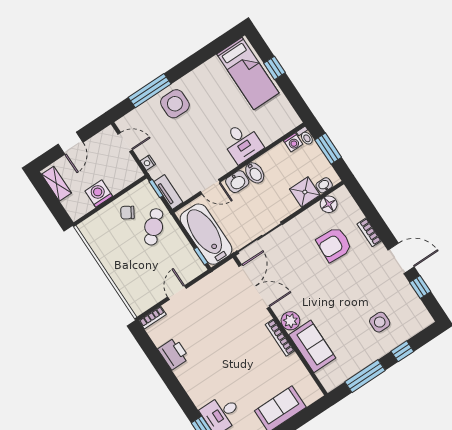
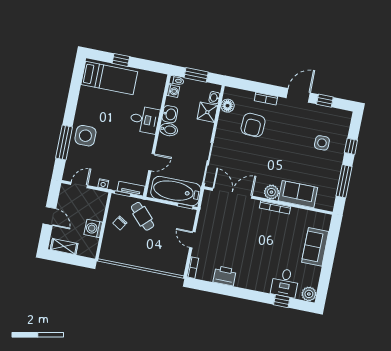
washbasin: (237, 182) -> (170, 114), moved

